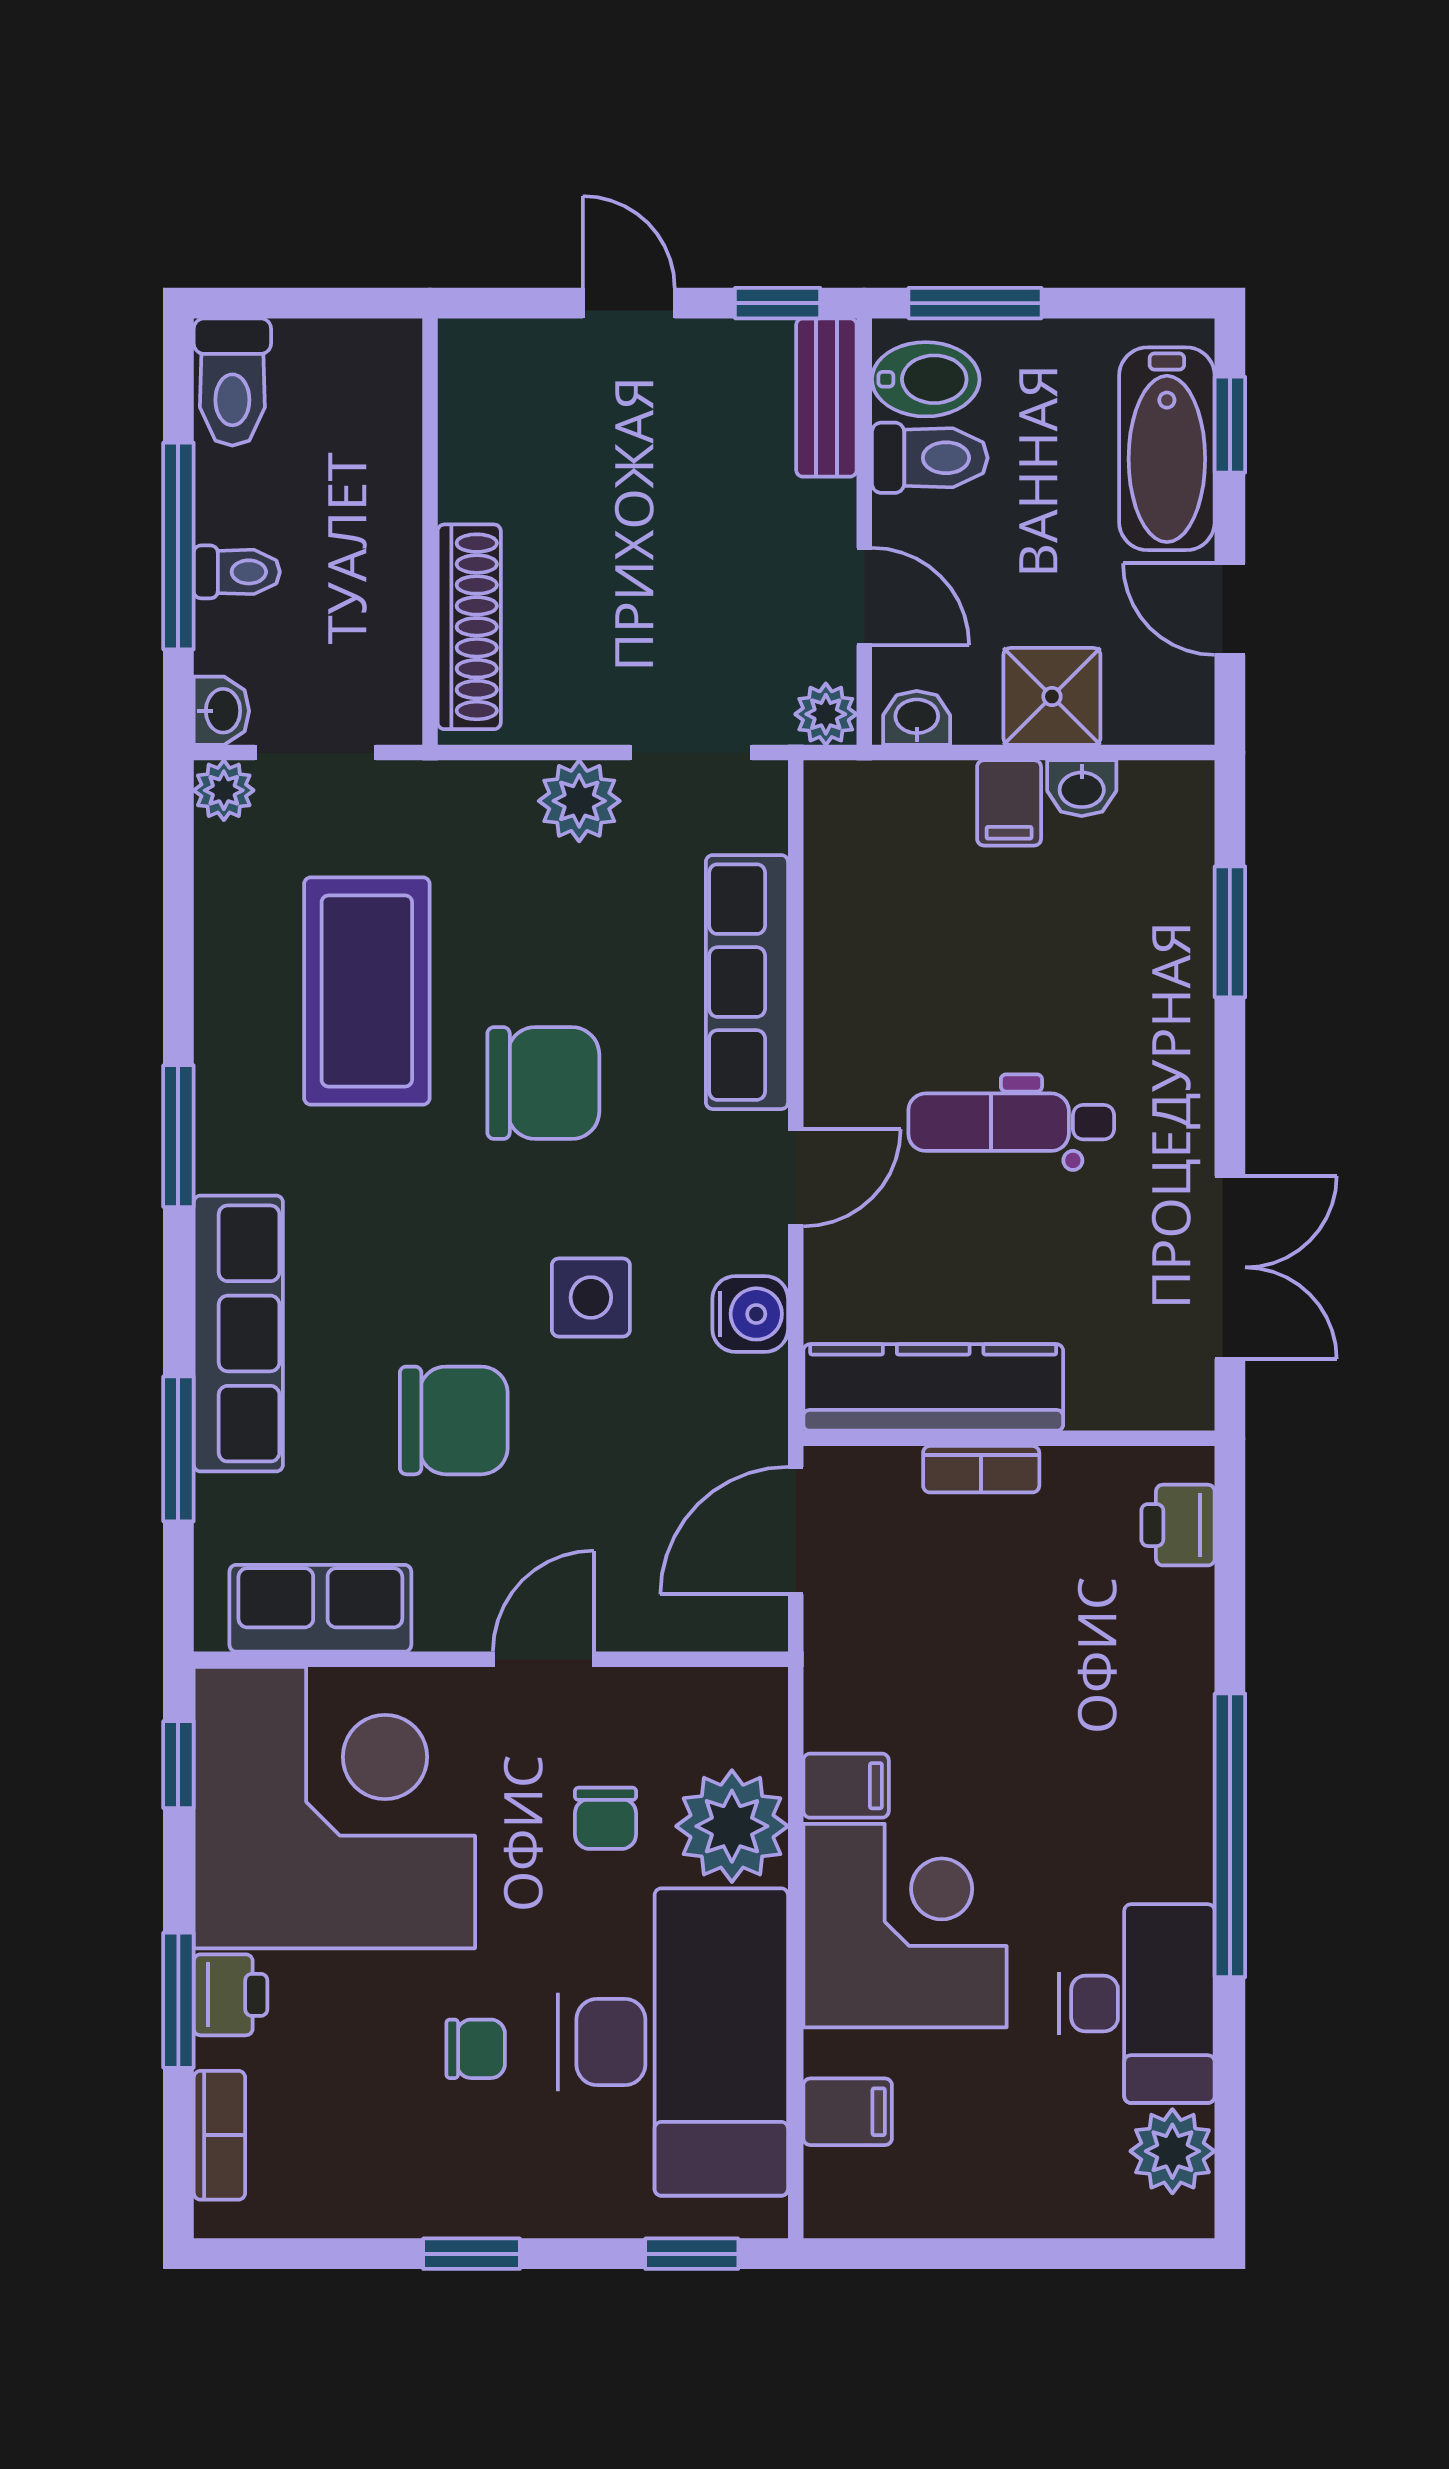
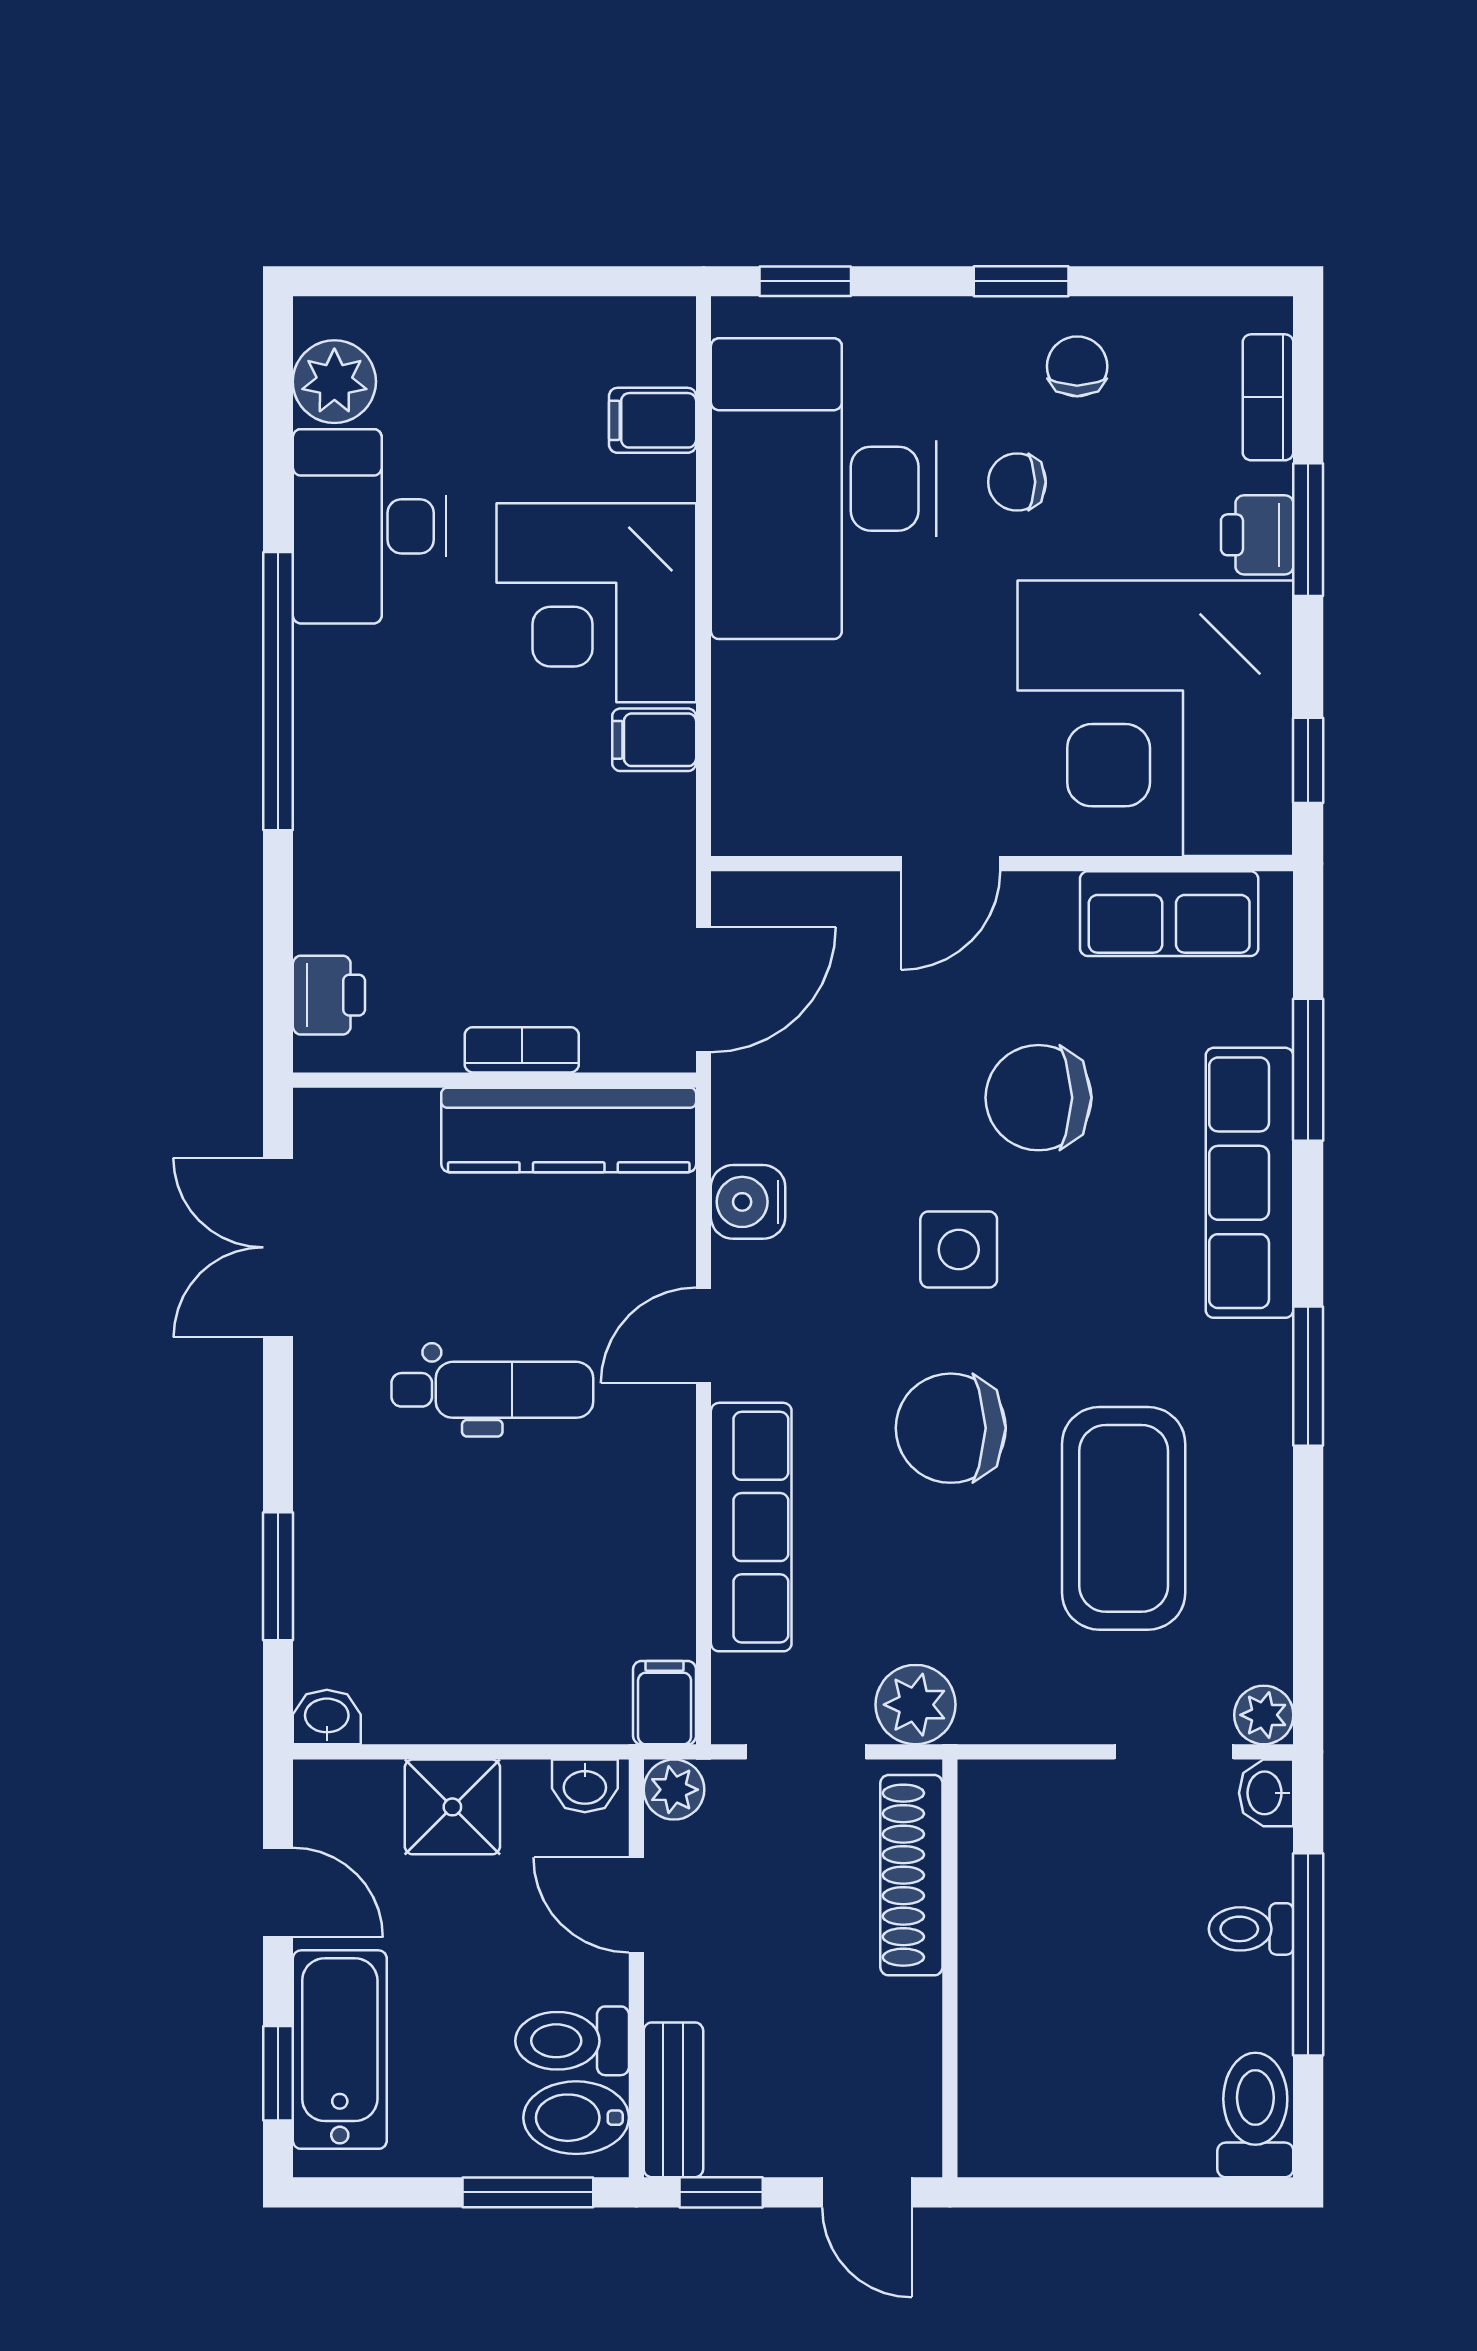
wall: (430, 532) -> (950, 1968), moved
shoe rack: (469, 627) -> (911, 1875), moved
washbasin: (1082, 788) -> (327, 1717), moved
filing cabinet: (1009, 803) -> (665, 1703), moved
side table: (591, 1297) -> (959, 1249), moved
chair: (606, 1818) -> (1077, 366), moved
plant: (732, 1826) -> (766, 700), removed

